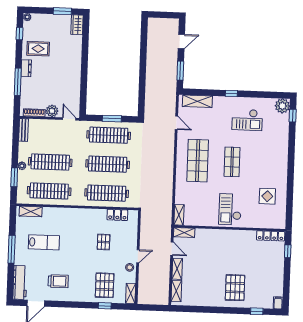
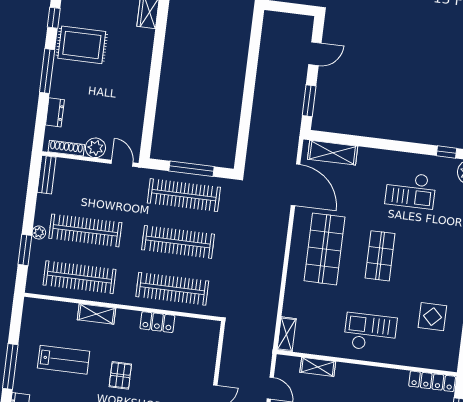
rug: (38, 49) -> (82, 45), width x1.36, depth x1.43
dresser: (26, 68) -> (55, 112), moved
window: (18, 82) -> (47, 71), moved
window: (231, 93) -> (447, 152), moved
window: (112, 119) -> (191, 169), width x1.44
door: (176, 123) -> (296, 185), width x1.88
checkout: (230, 209) -> (370, 332), turned 90
shelving: (31, 211) -> (97, 314), moved
locker: (117, 215) -> (157, 322), moved
shelving: (184, 233) -> (318, 367), moved
pallet: (104, 242) -> (120, 375), moved

